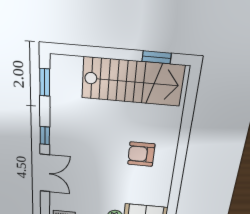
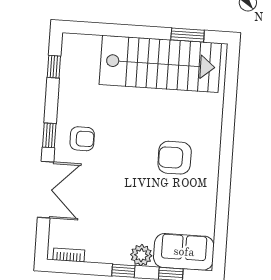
window: (45, 82) -> (54, 67), width x0.67
armchair: (70, 139) -> (82, 139), added

